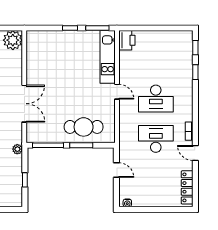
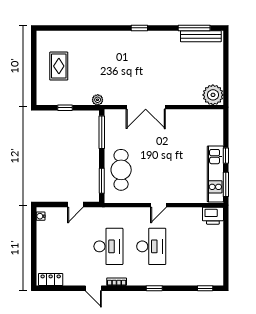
kitchen unit: (108, 57) -> (215, 174), moved, turned -90
window: (195, 72) -> (154, 288), moved
desk: (156, 99) -> (151, 246), turned 180
window: (81, 145) -> (102, 181), moved
door: (195, 153) -> (93, 288), swing flipped
locker: (187, 187) -> (51, 279), width x0.66

